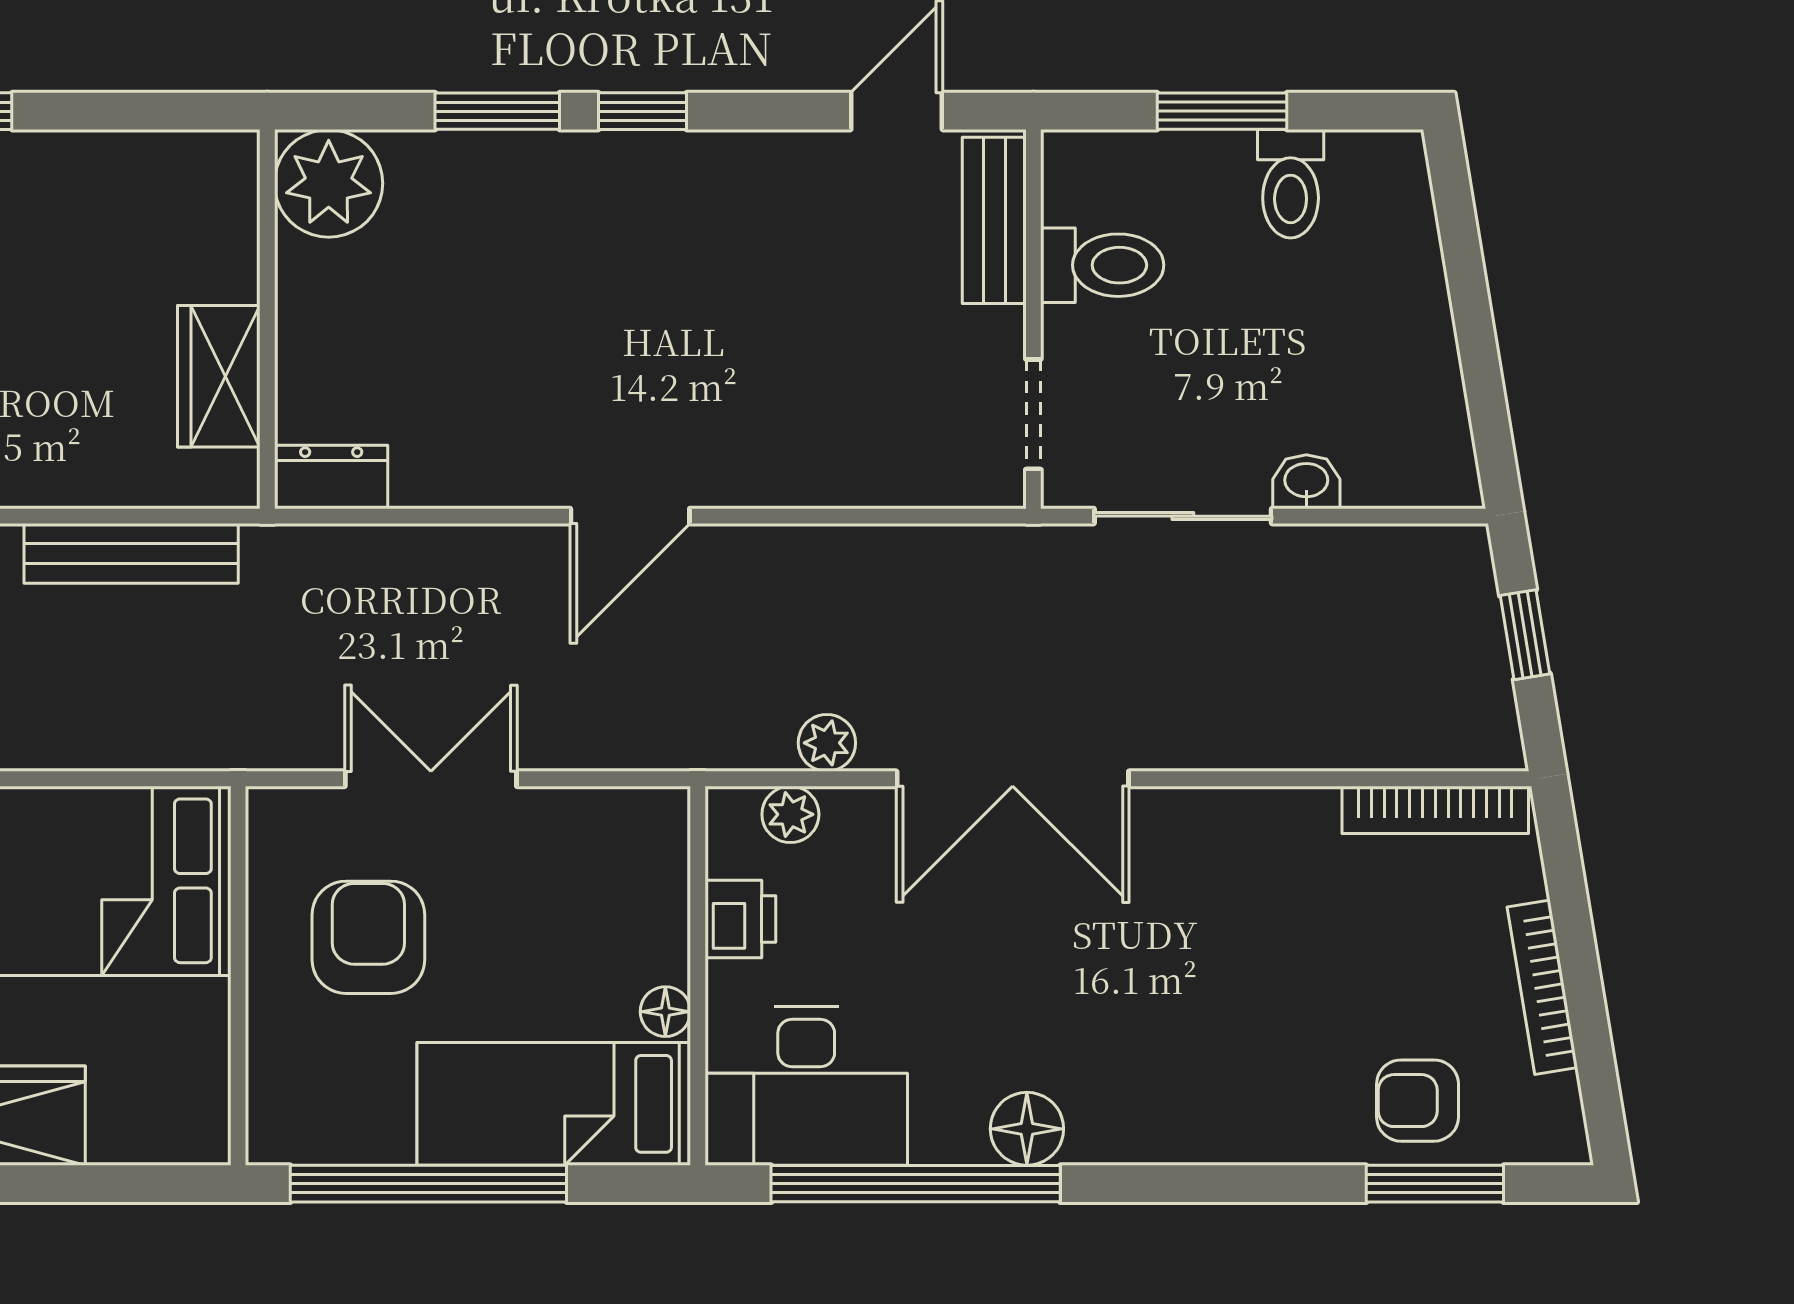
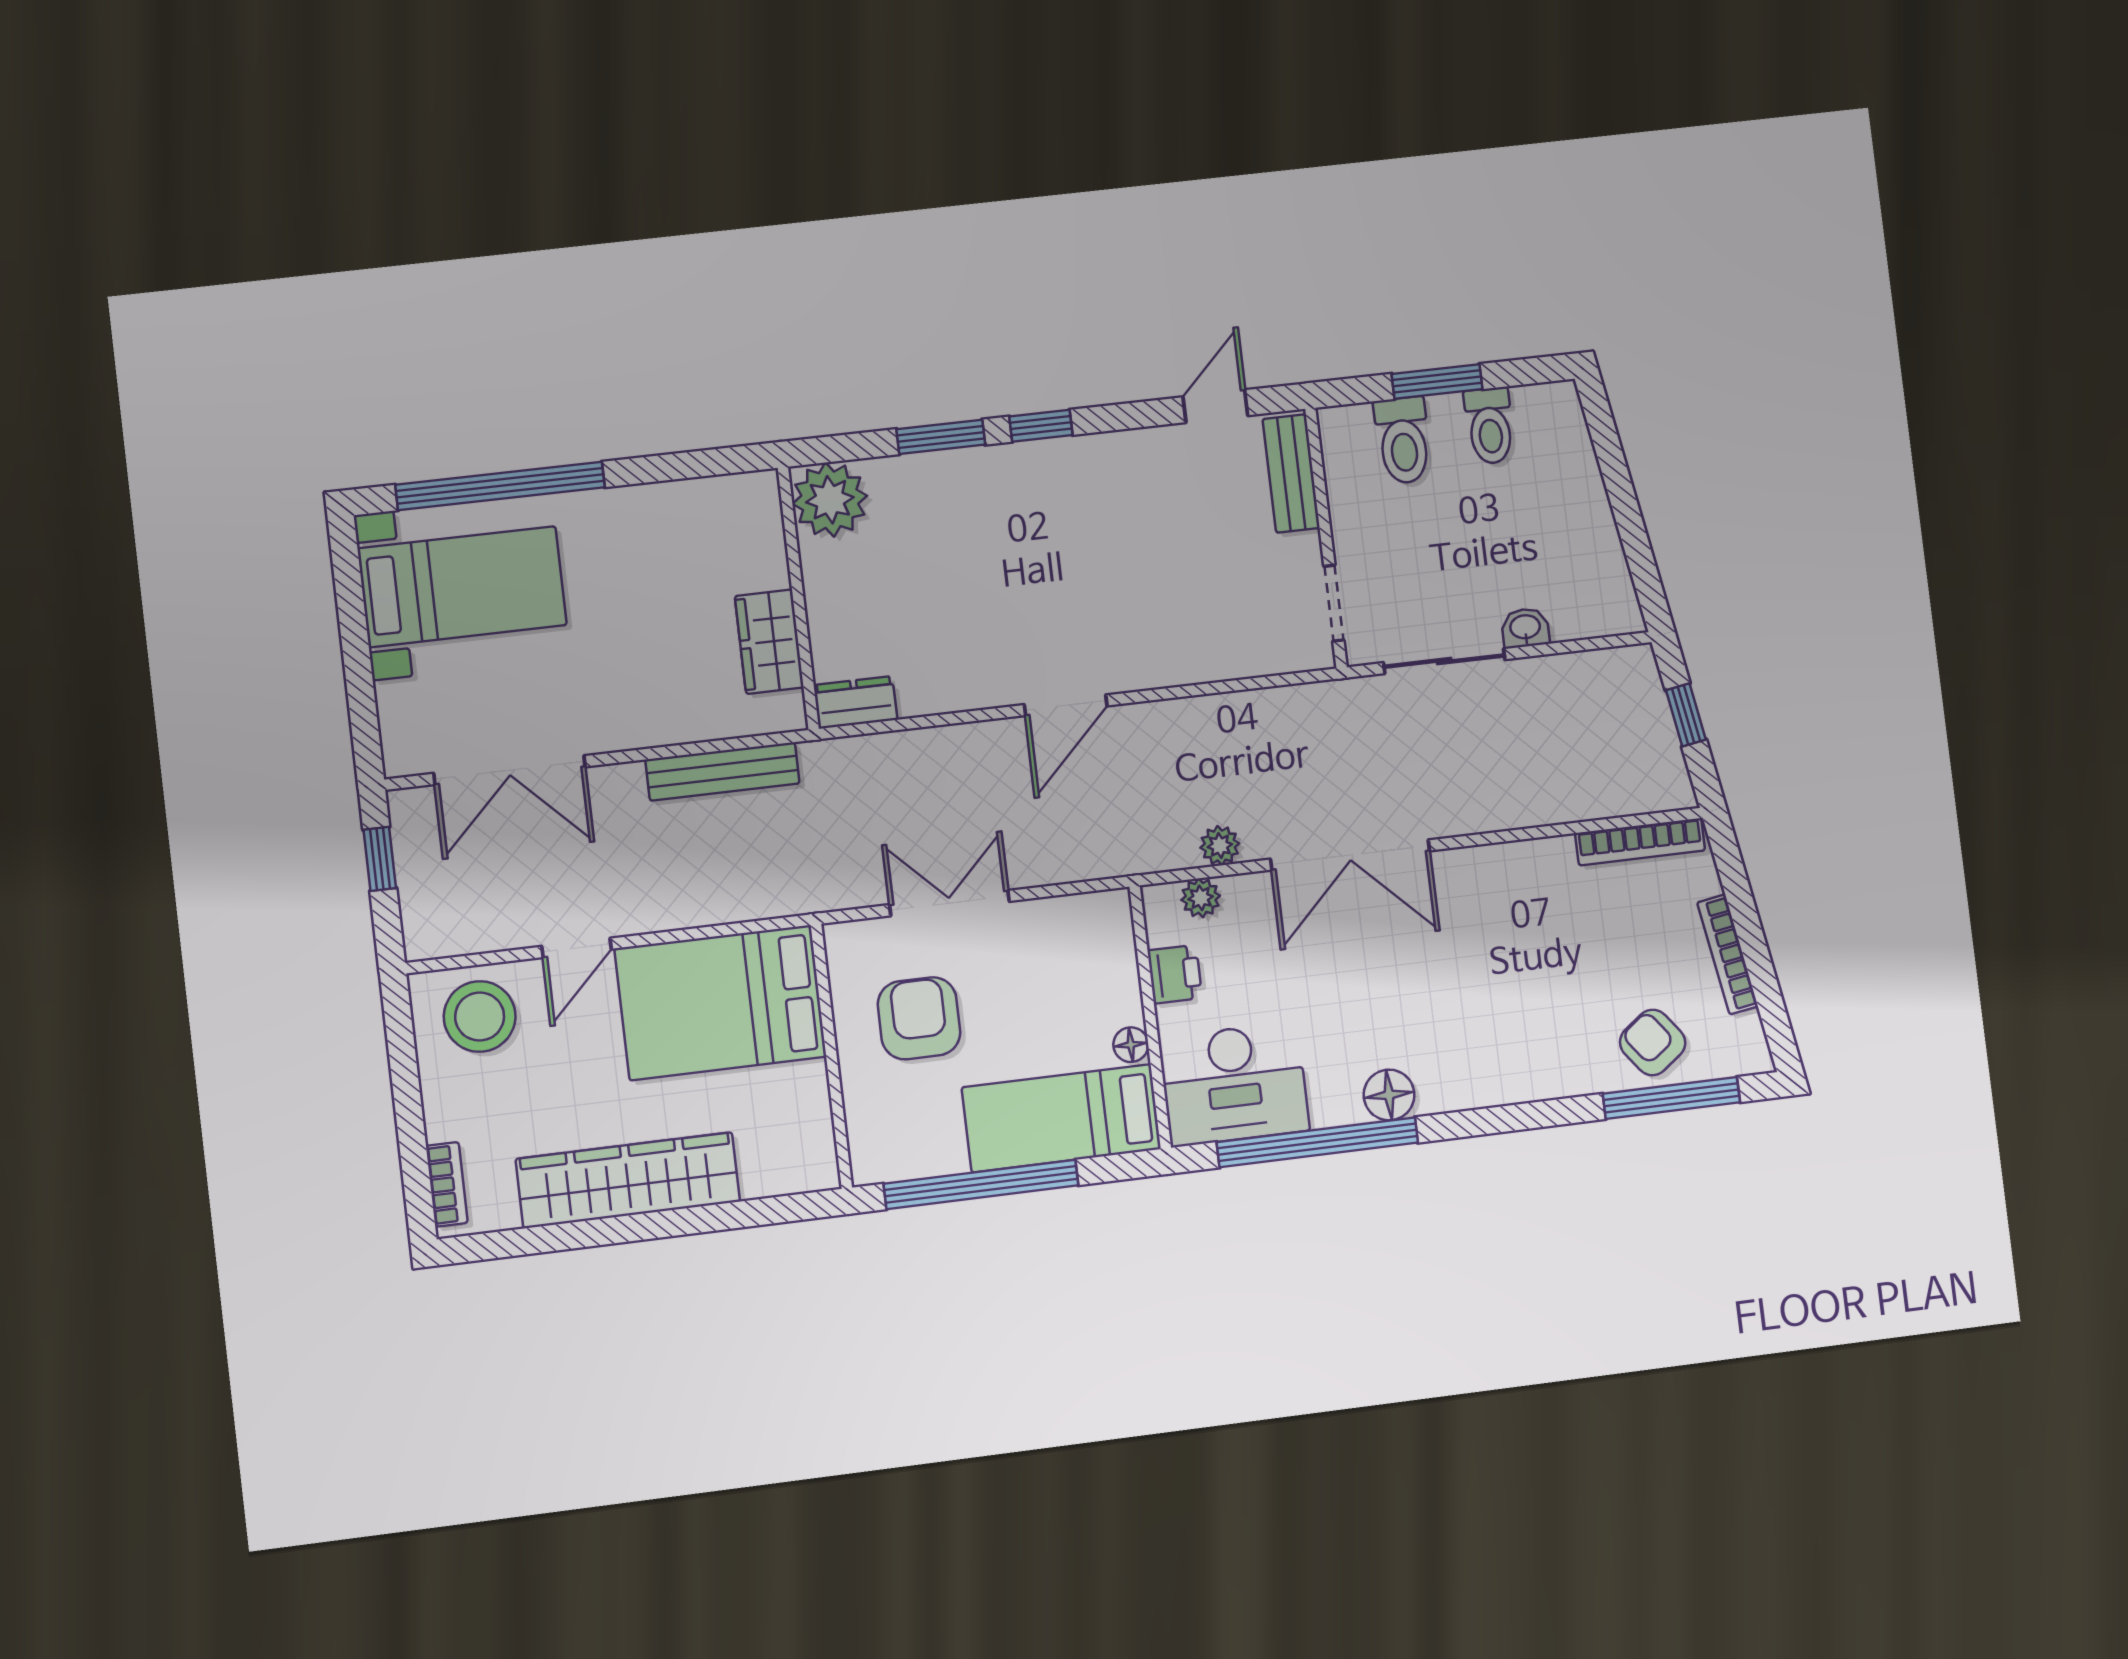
toilet: (1102, 265) -> (1403, 440), moved, turned 90
armchair: (1418, 1101) -> (1653, 1042), turned 53
window: (1435, 1184) -> (1671, 1098), width x1.44

